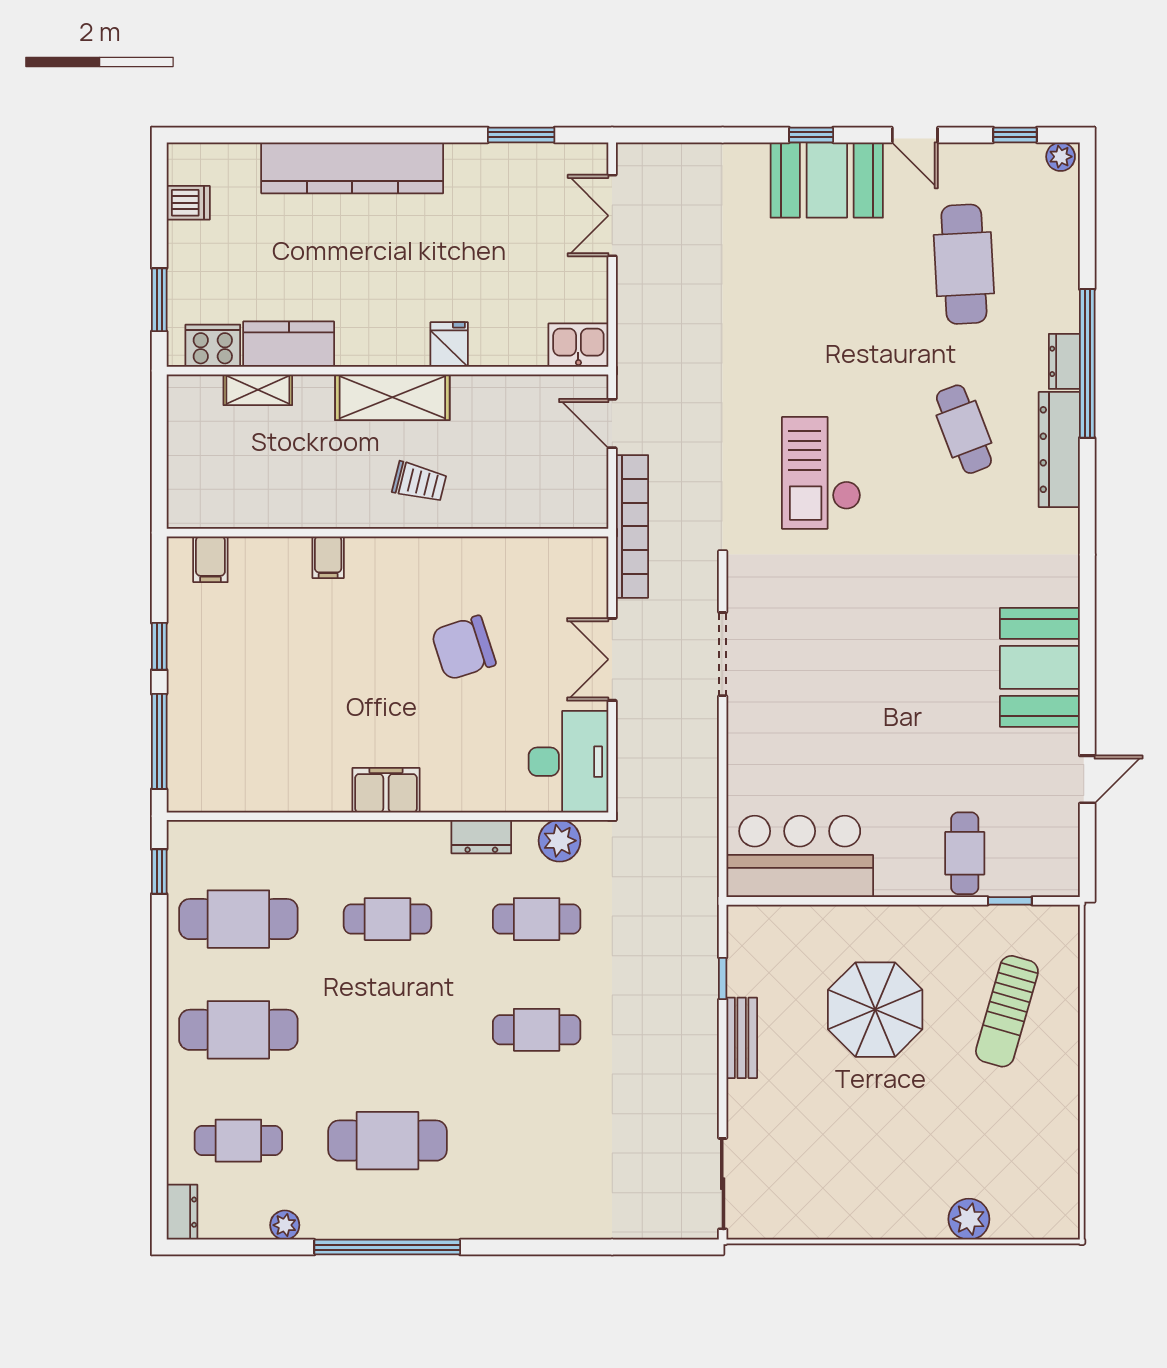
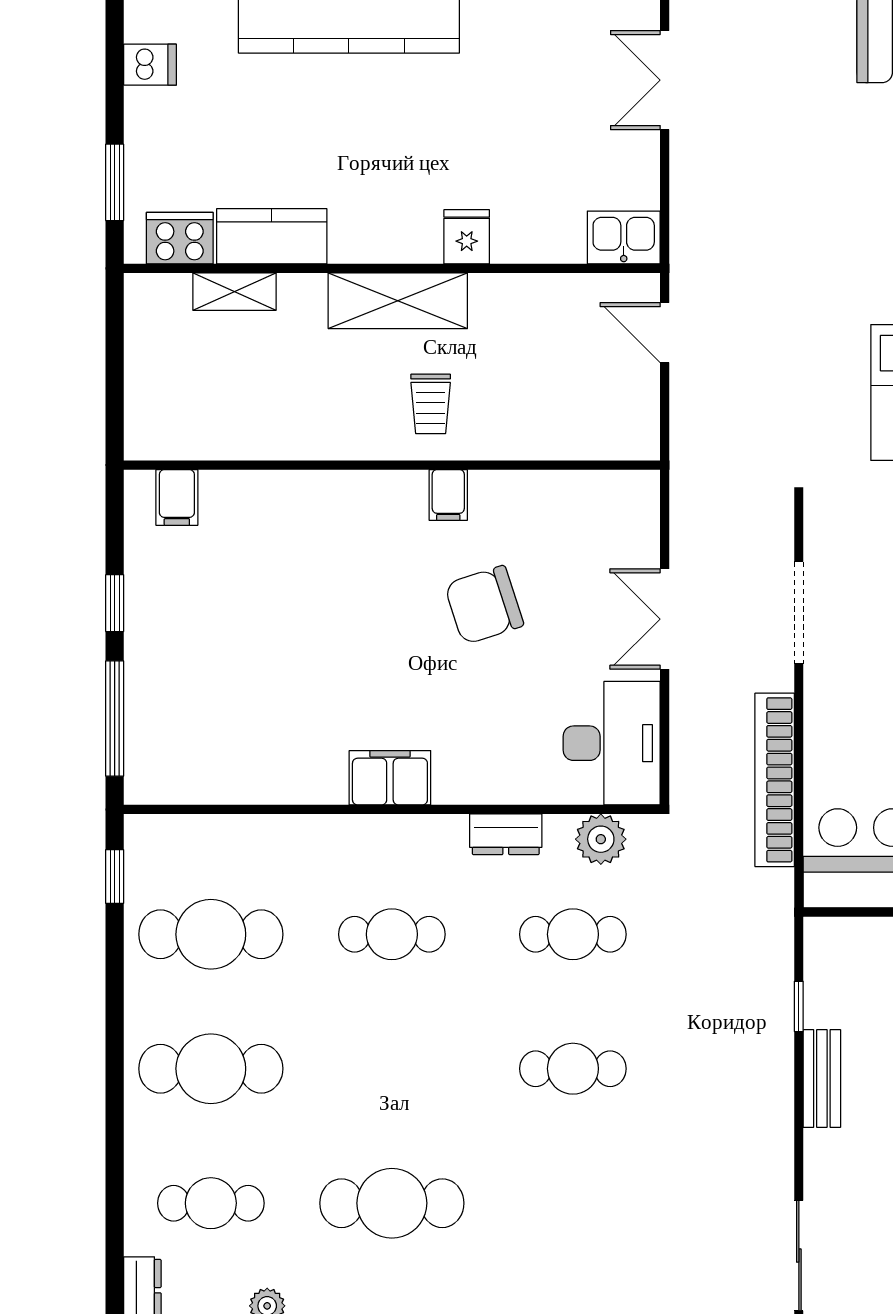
trolley: (419, 482) -> (431, 404), turned 76
bookcase: (632, 526) -> (775, 780), moved, turned 180
filing cabinet: (328, 557) -> (448, 495), moved

